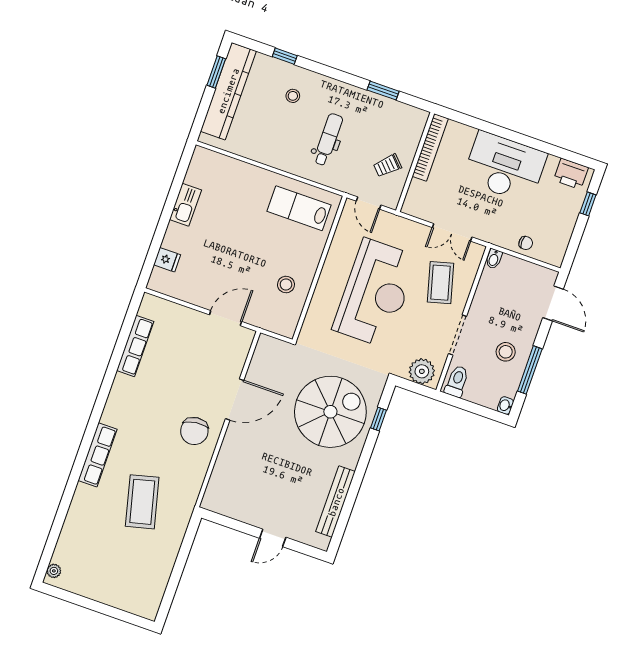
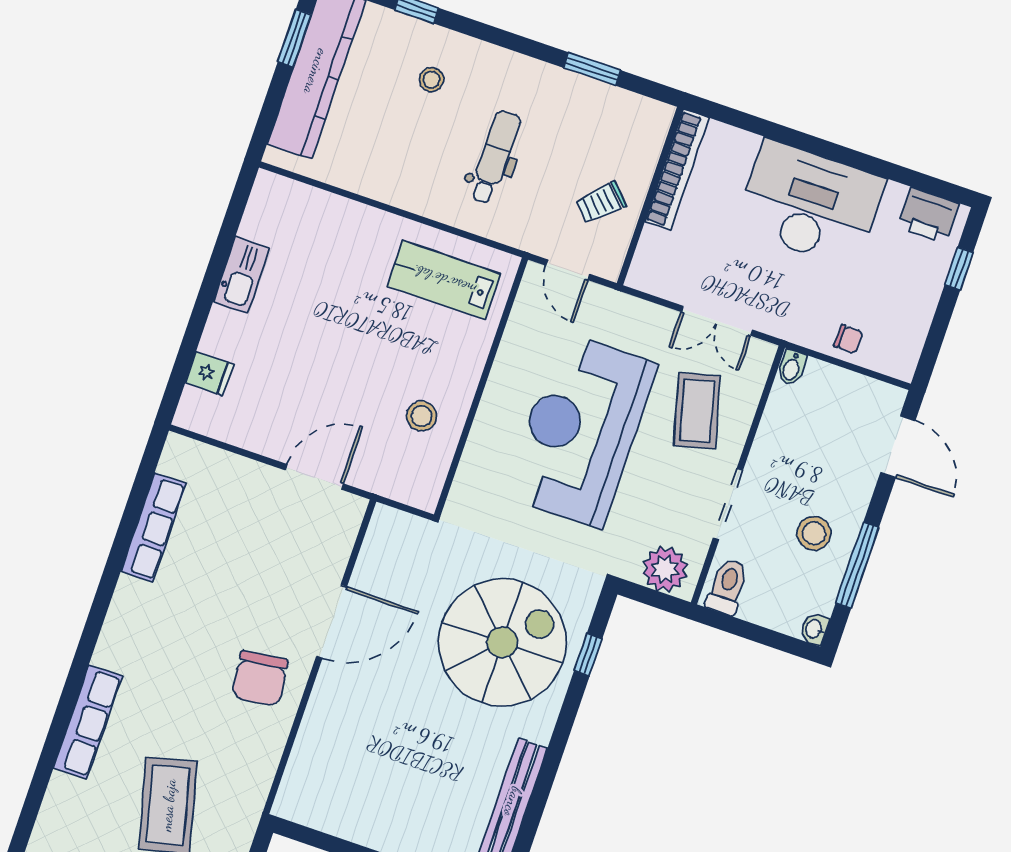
reception desk: (375, 293) -> (581, 430), turned 180

